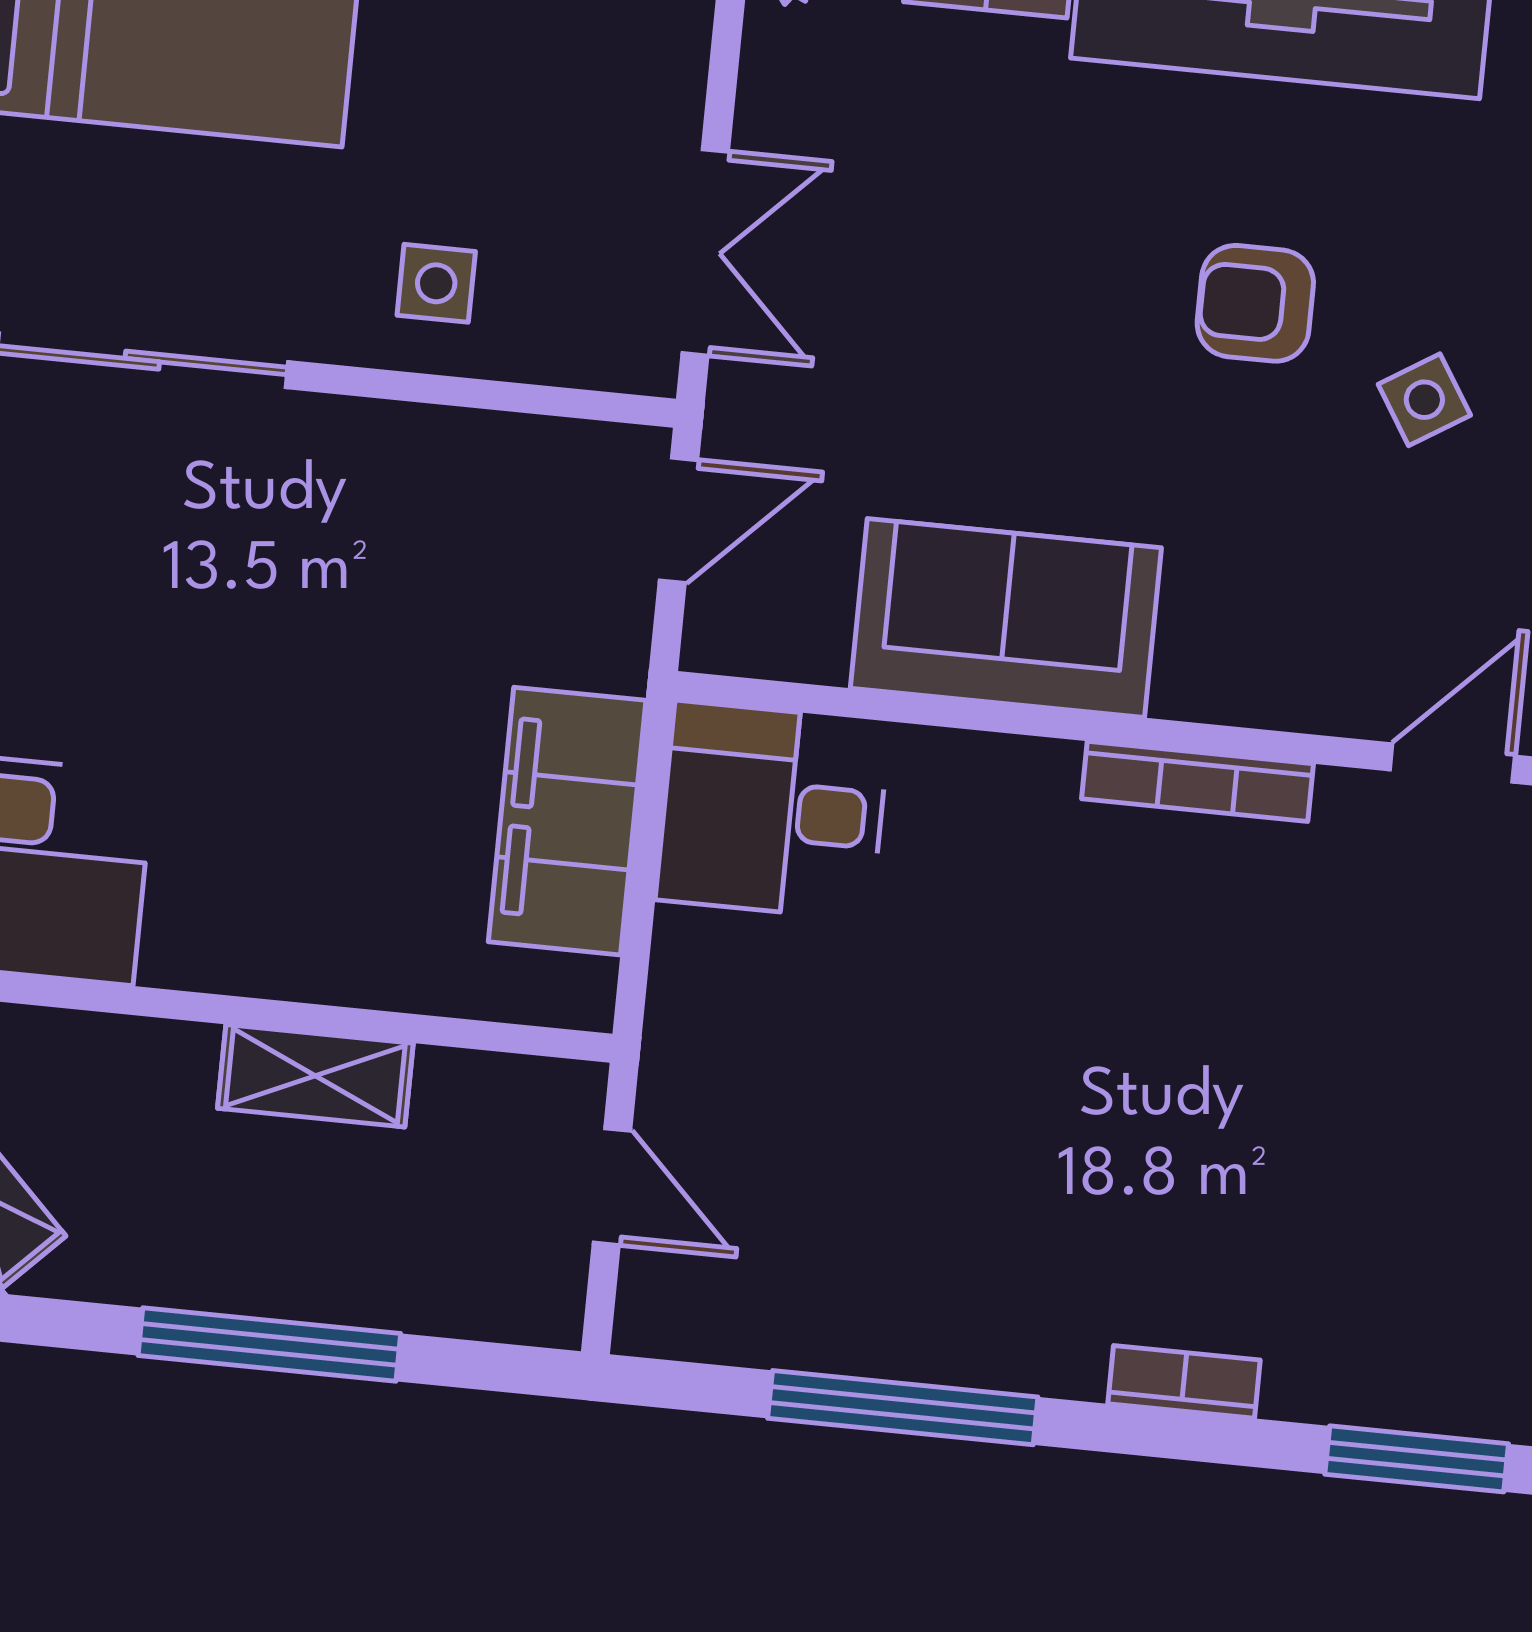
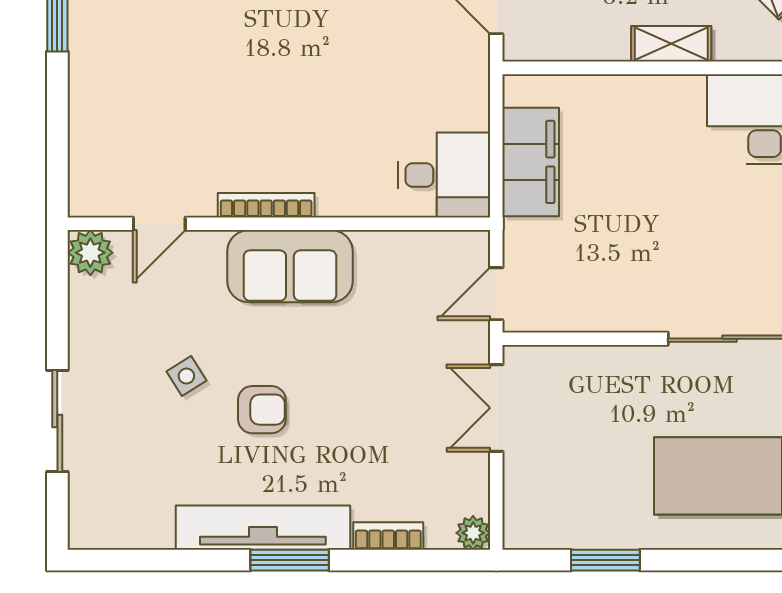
side table: (436, 283) -> (609, 384), removed
sofa: (1006, 618) -> (290, 266), moved
shelving: (315, 1076) -> (671, 44), moved

